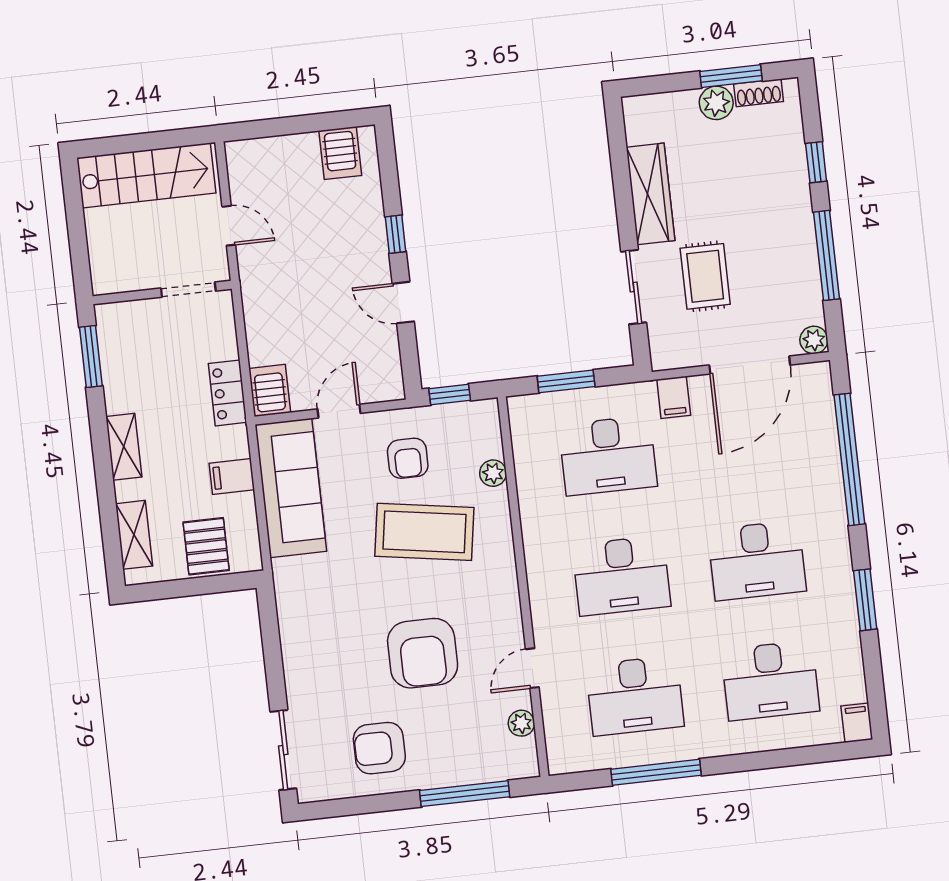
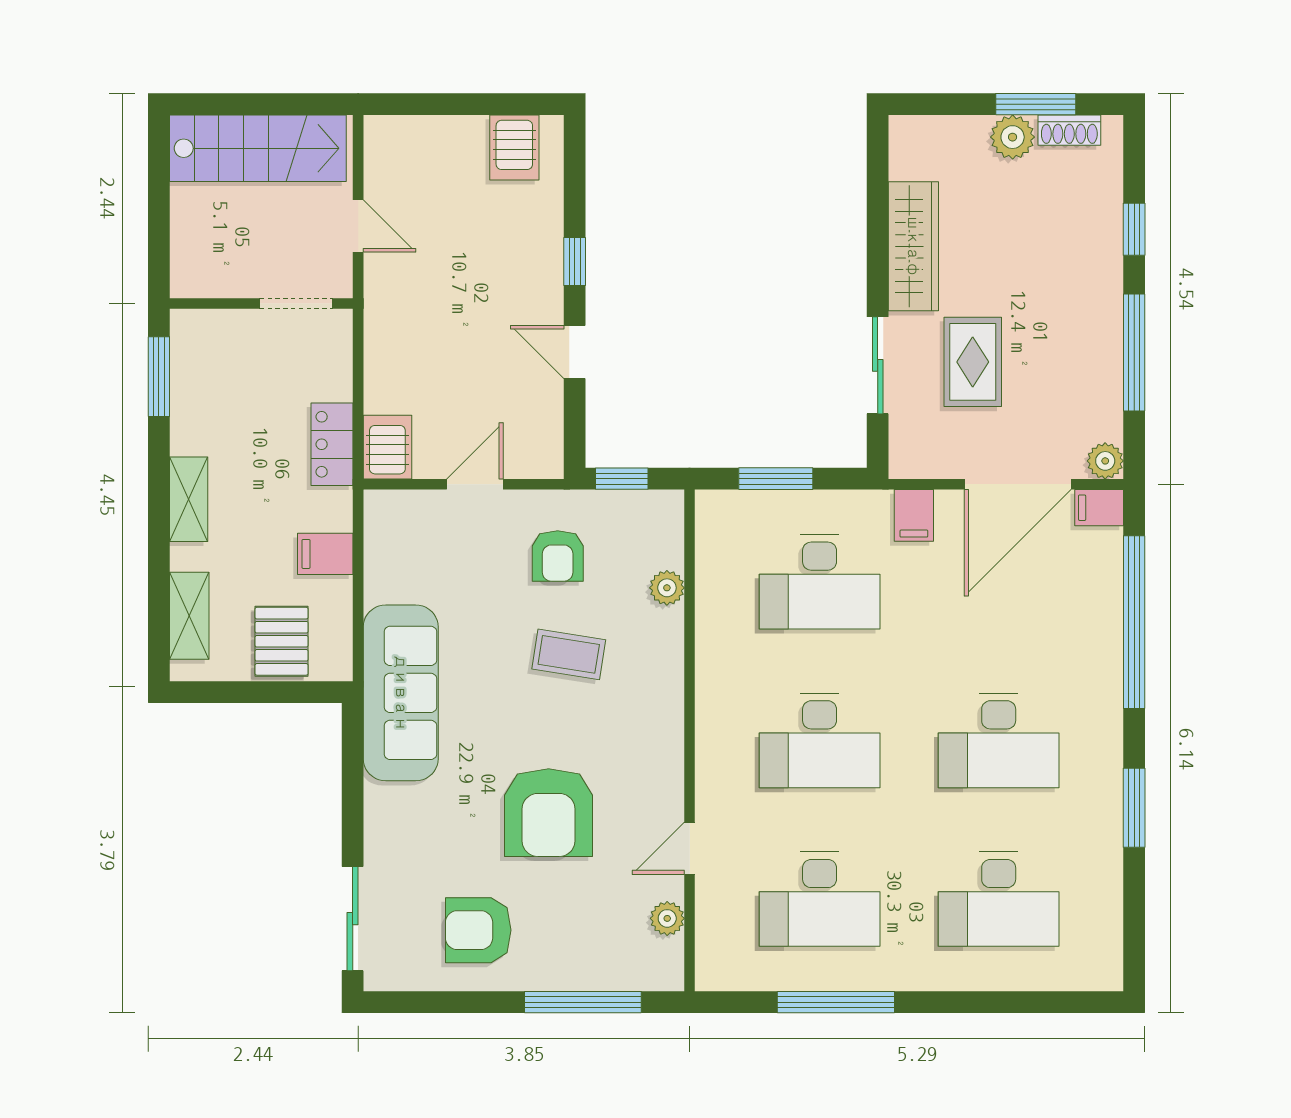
sofa: (291, 488) -> (401, 693), moved
coffee table: (424, 532) -> (569, 654), width x0.54, depth x0.58
filing cabinet: (857, 723) -> (1099, 508), moved, turned -90

